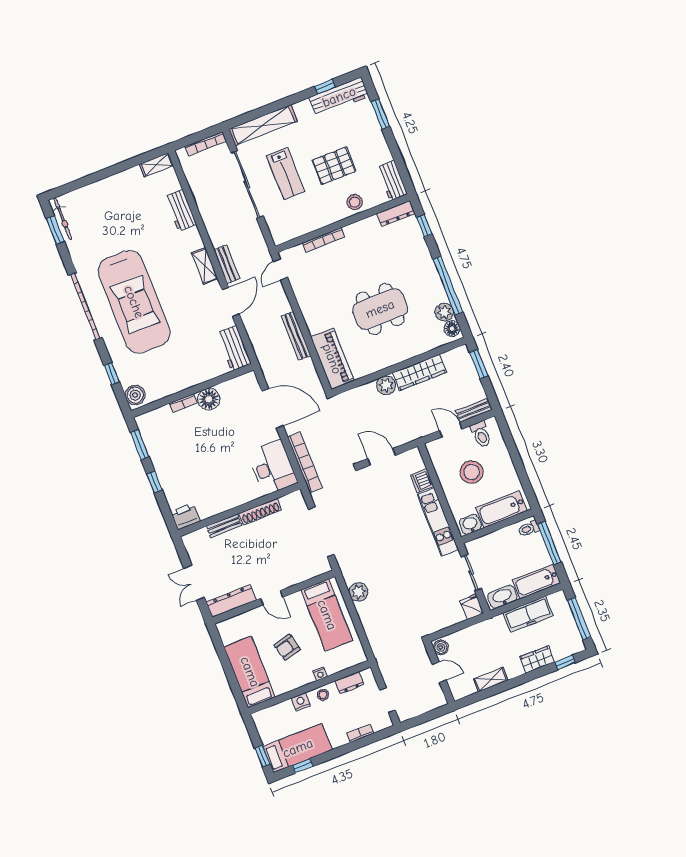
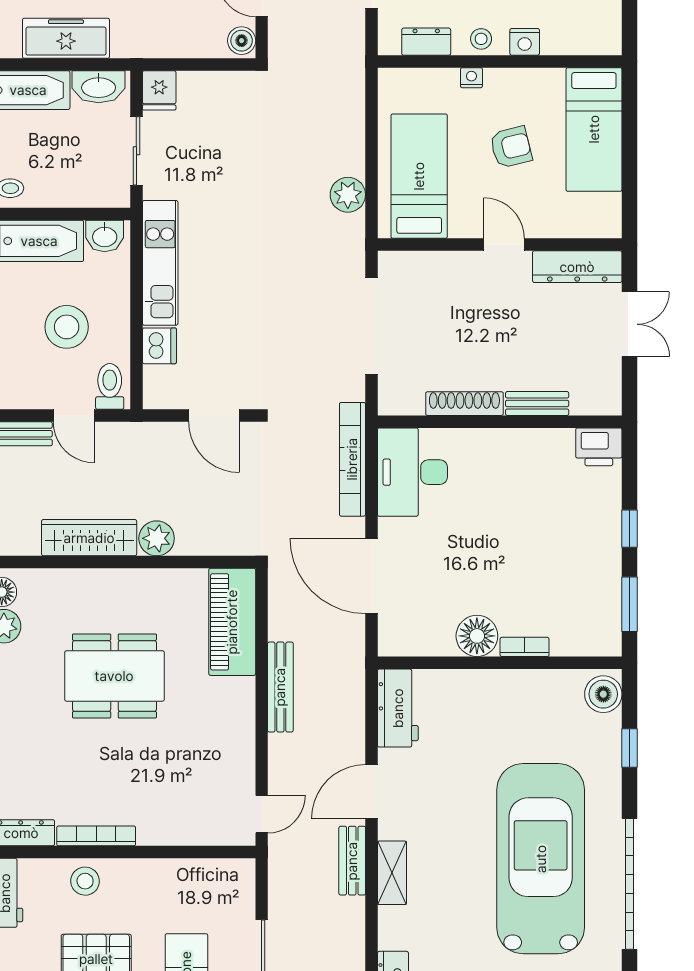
bookcase: (324, 240) -> (96, 836), moved
toilet: (481, 434) -> (110, 386), moved

